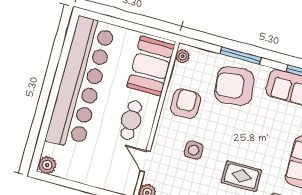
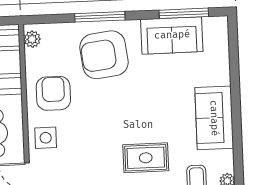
side table: (194, 150) -> (46, 138), moved

